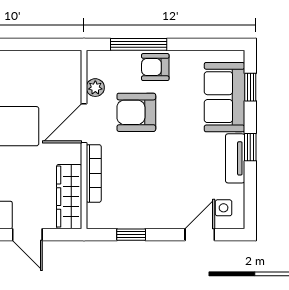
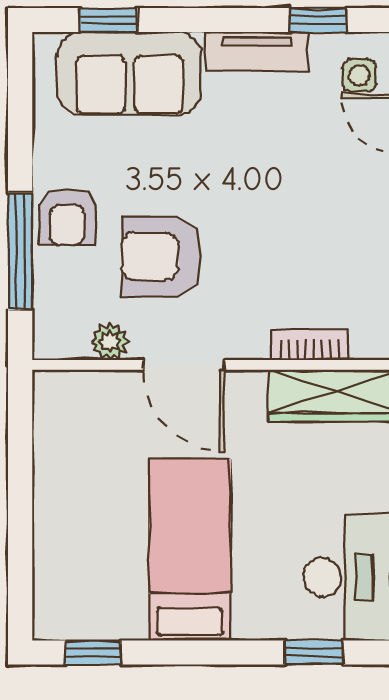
armchair: (136, 112) -> (161, 256), turned 90
window: (250, 147) -> (318, 20), moved
bookcase: (94, 173) -> (309, 345), width x0.64

